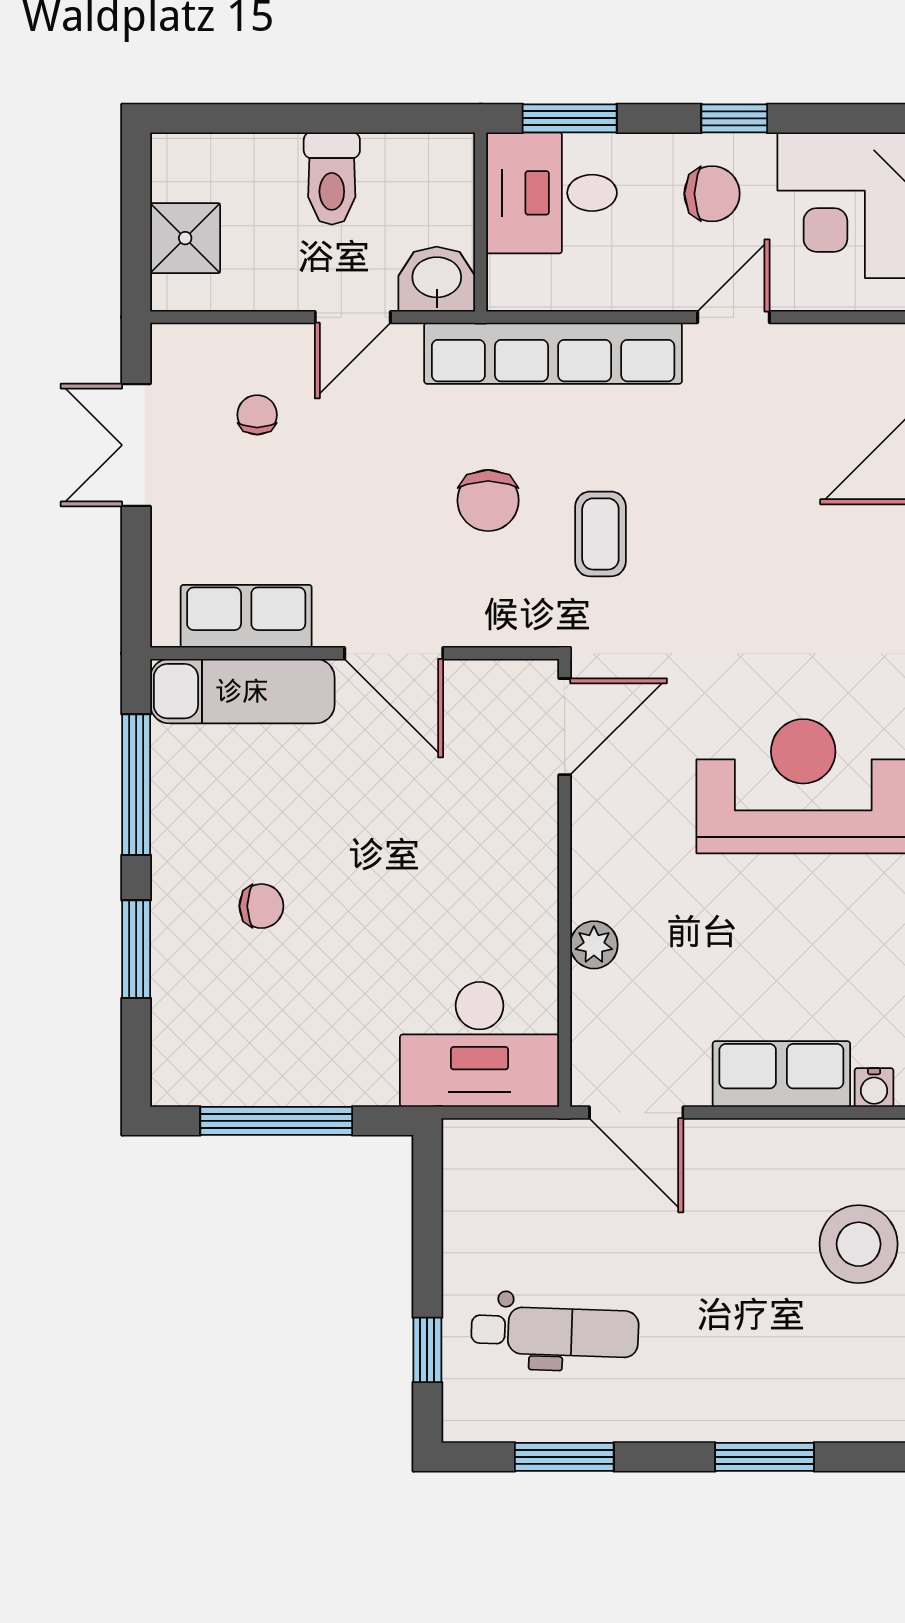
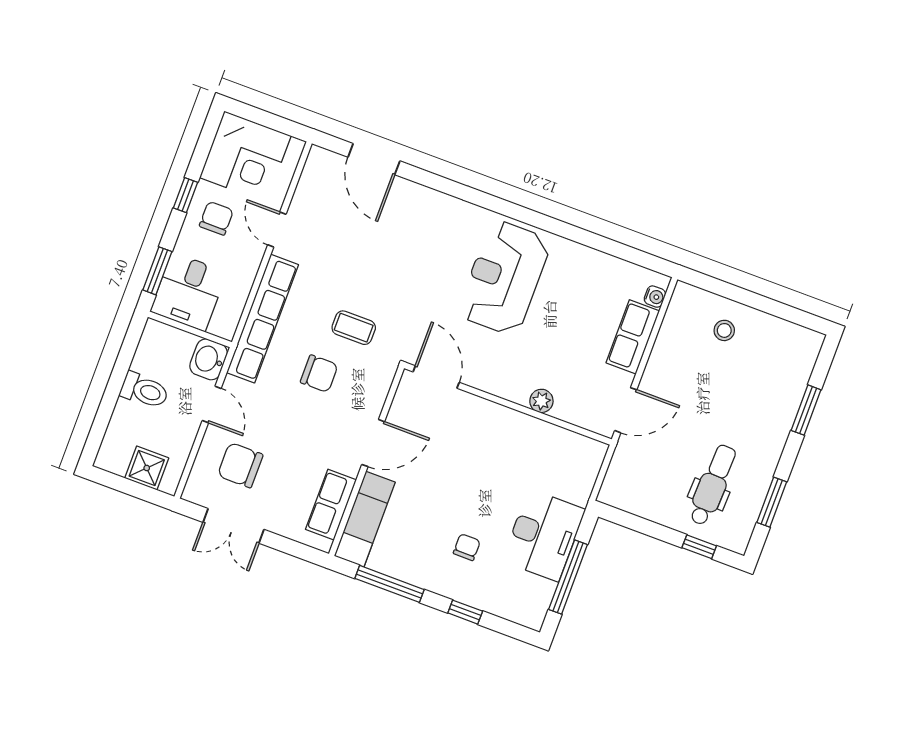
chair: (257, 415) -> (240, 465), width x1.87, depth x1.87
window: (136, 949) -> (465, 612), width x0.67
desk: (479, 1044) -> (544, 535), moved
stool: (859, 1244) -> (724, 330), width x0.53, depth x0.53

